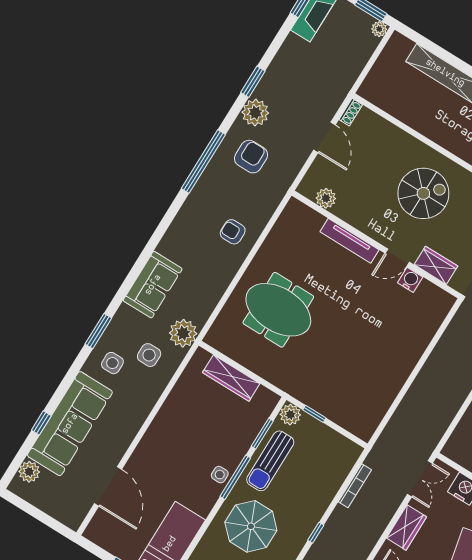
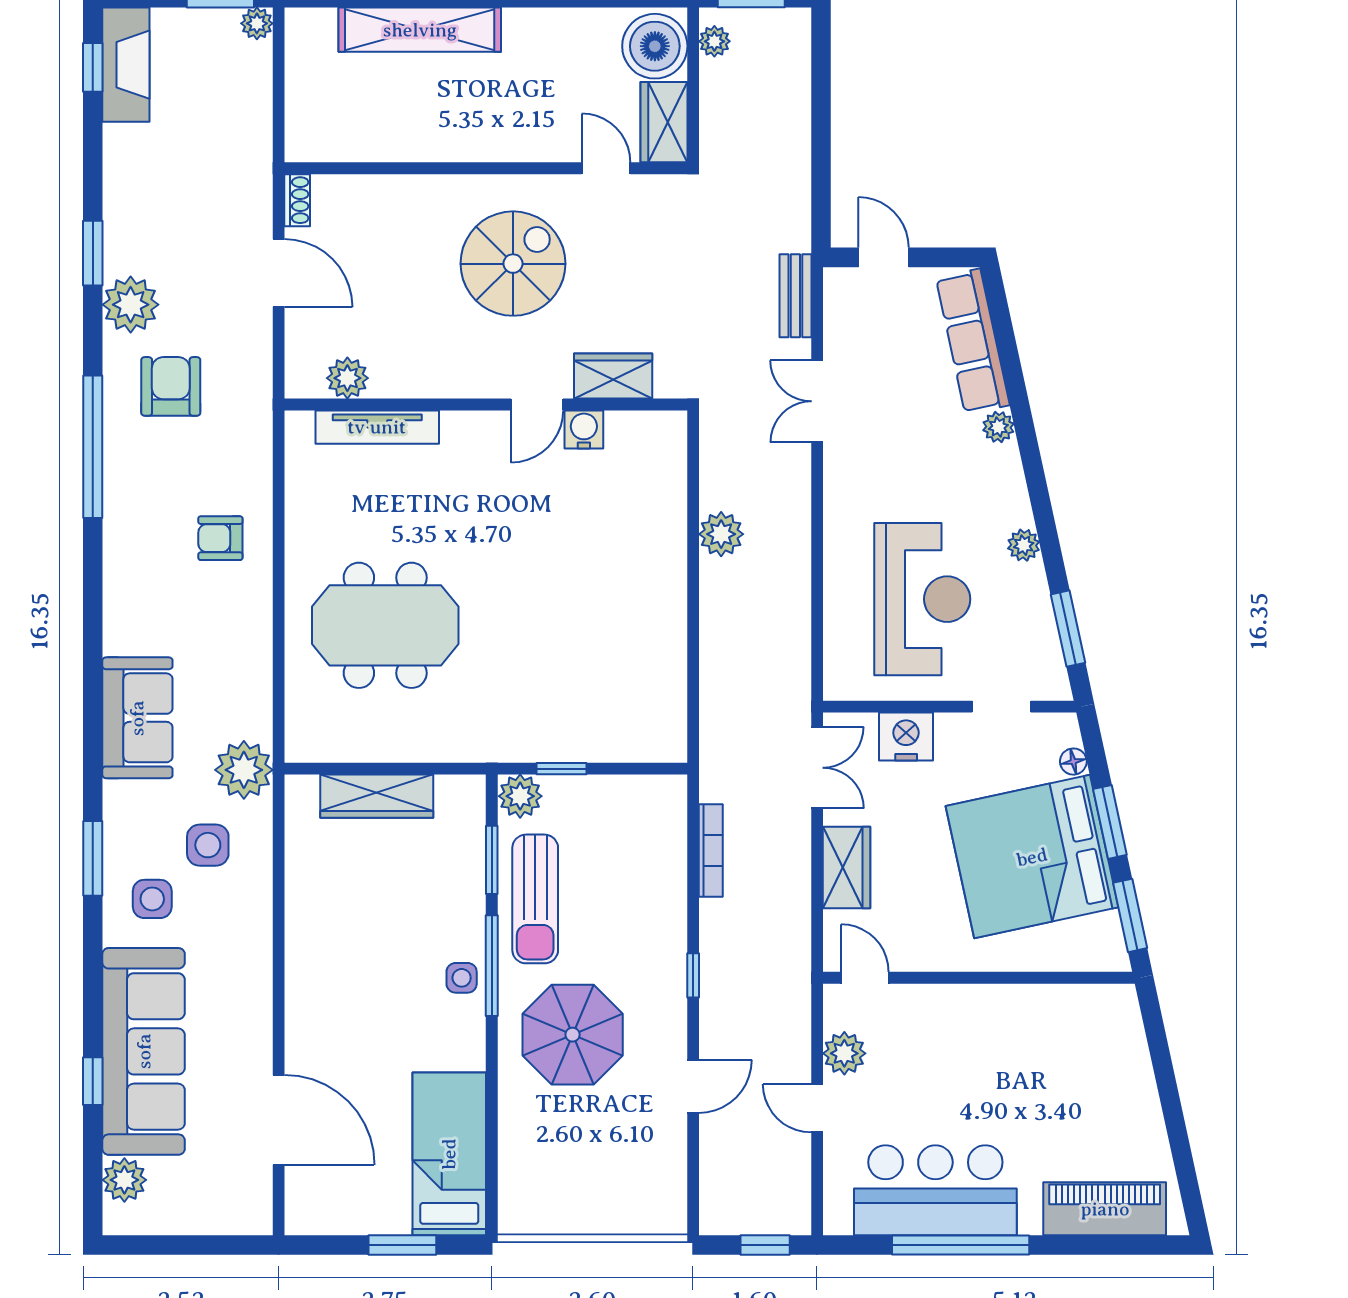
tv unit: (349, 241) -> (377, 427), moved
plant: (440, 358) -> (721, 534), added

